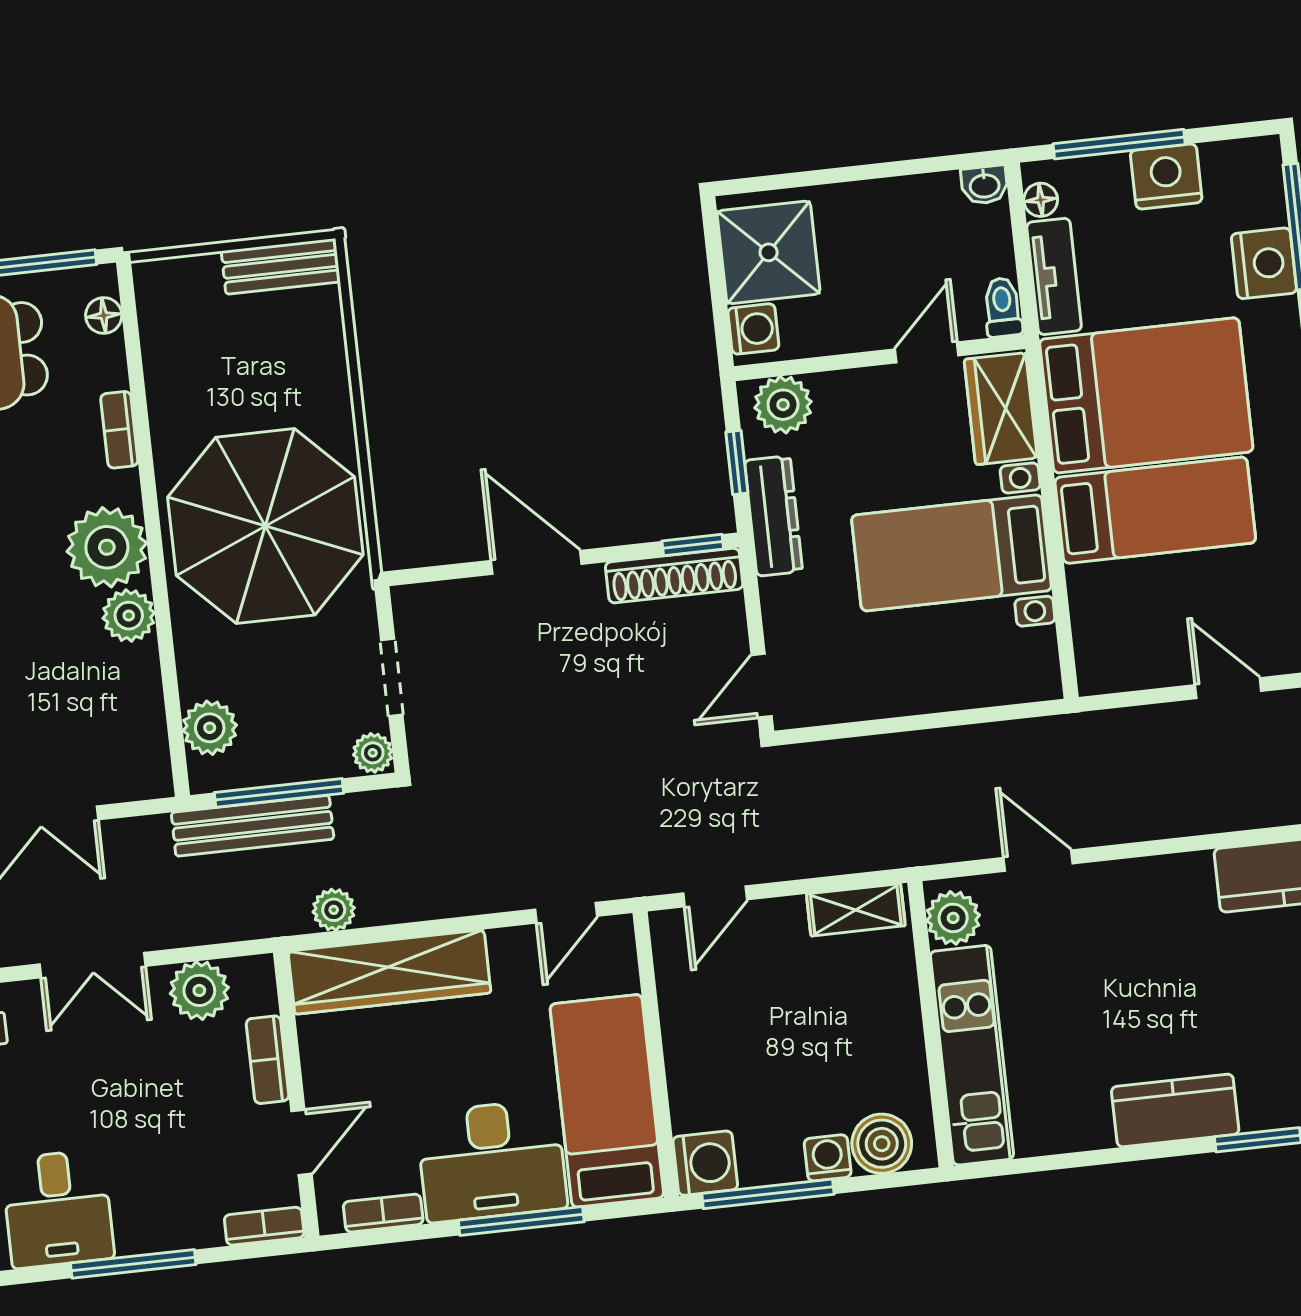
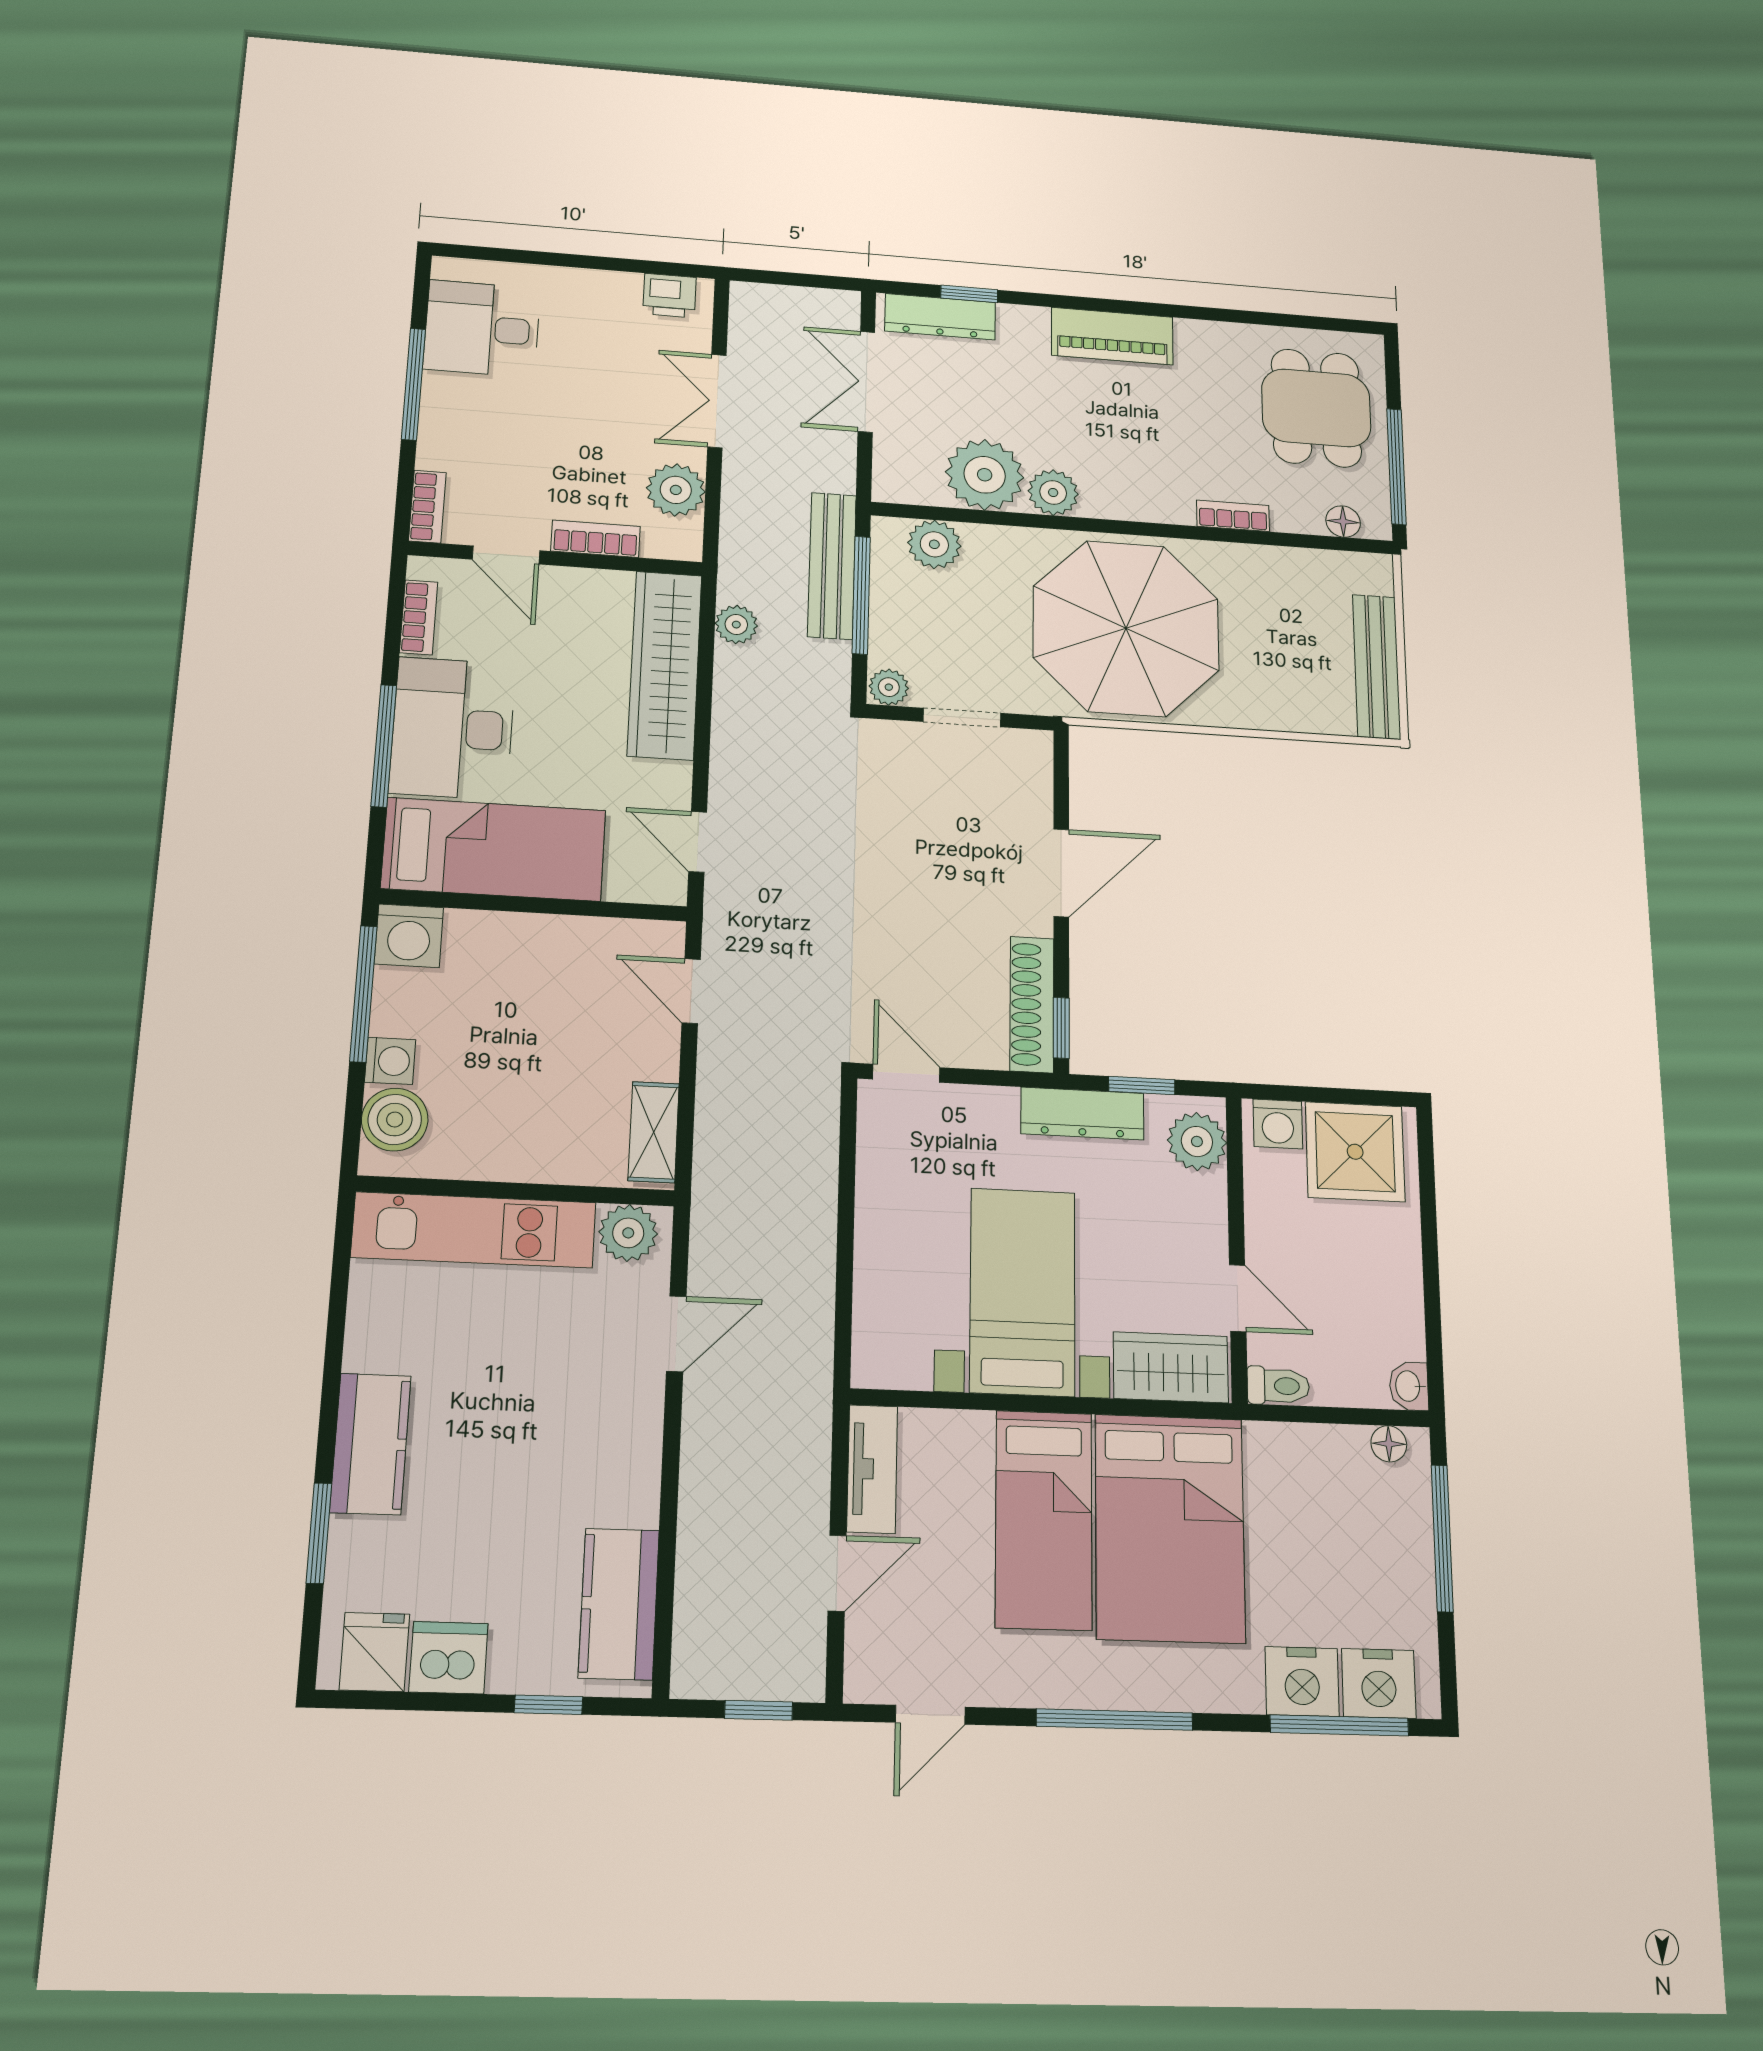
nightstand: (1166, 176) -> (1379, 1683), moved, turned 90
bench: (281, 266) -> (1377, 667), width x1.36
tv unit: (1054, 276) -> (872, 1469), moved, turned -90
plant: (107, 547) -> (985, 475), moved

